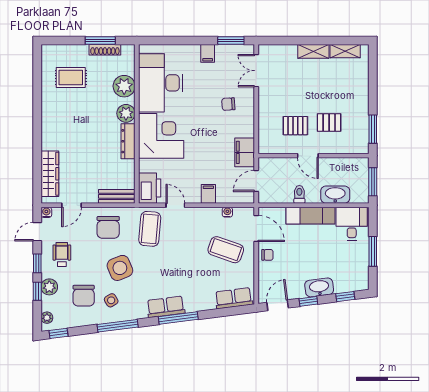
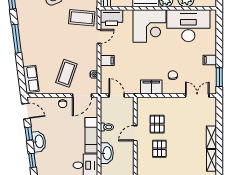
filing cabinet: (245, 152) -> (151, 87), moved
row of seats: (166, 307) -> (25, 29), removed

